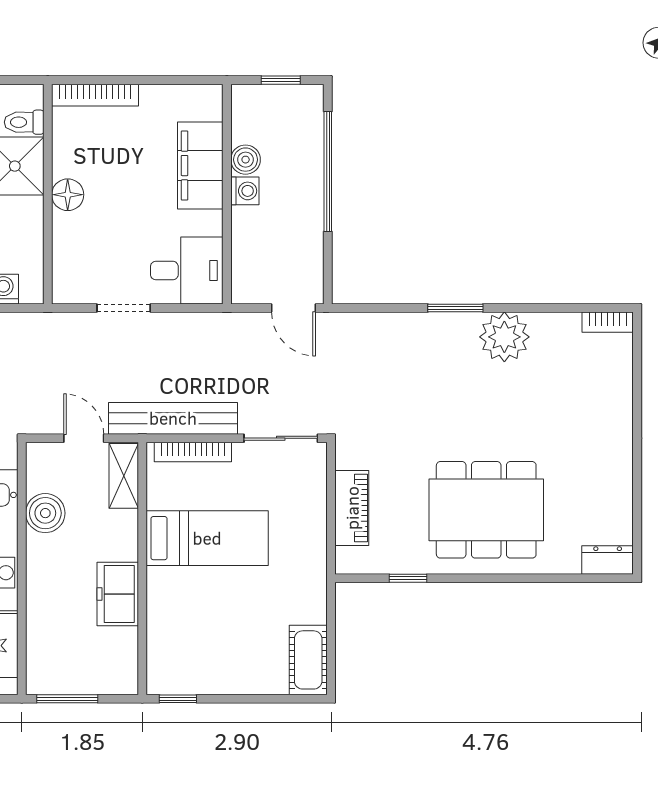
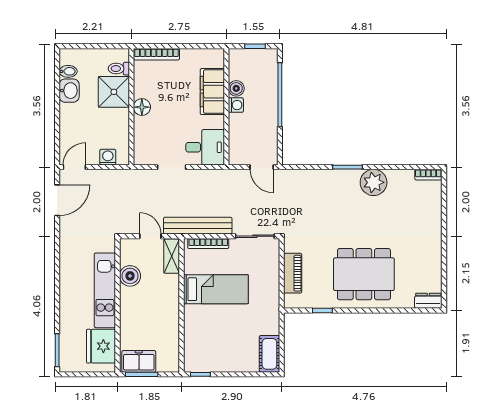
freezer: (118, 594) -> (139, 361), moved, turned 90

